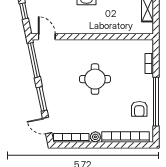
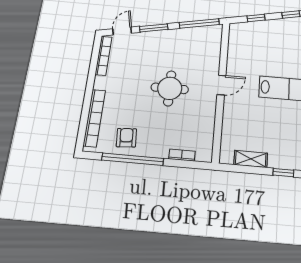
door: (47, 37) -> (221, 85), moved
armchair: (139, 109) -> (126, 138), turned 86
plant: (95, 137) -> (100, 83), removed

